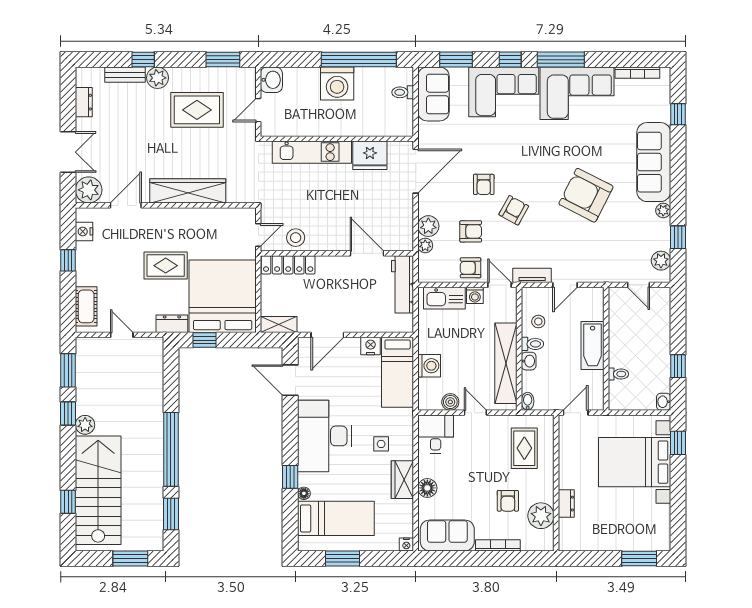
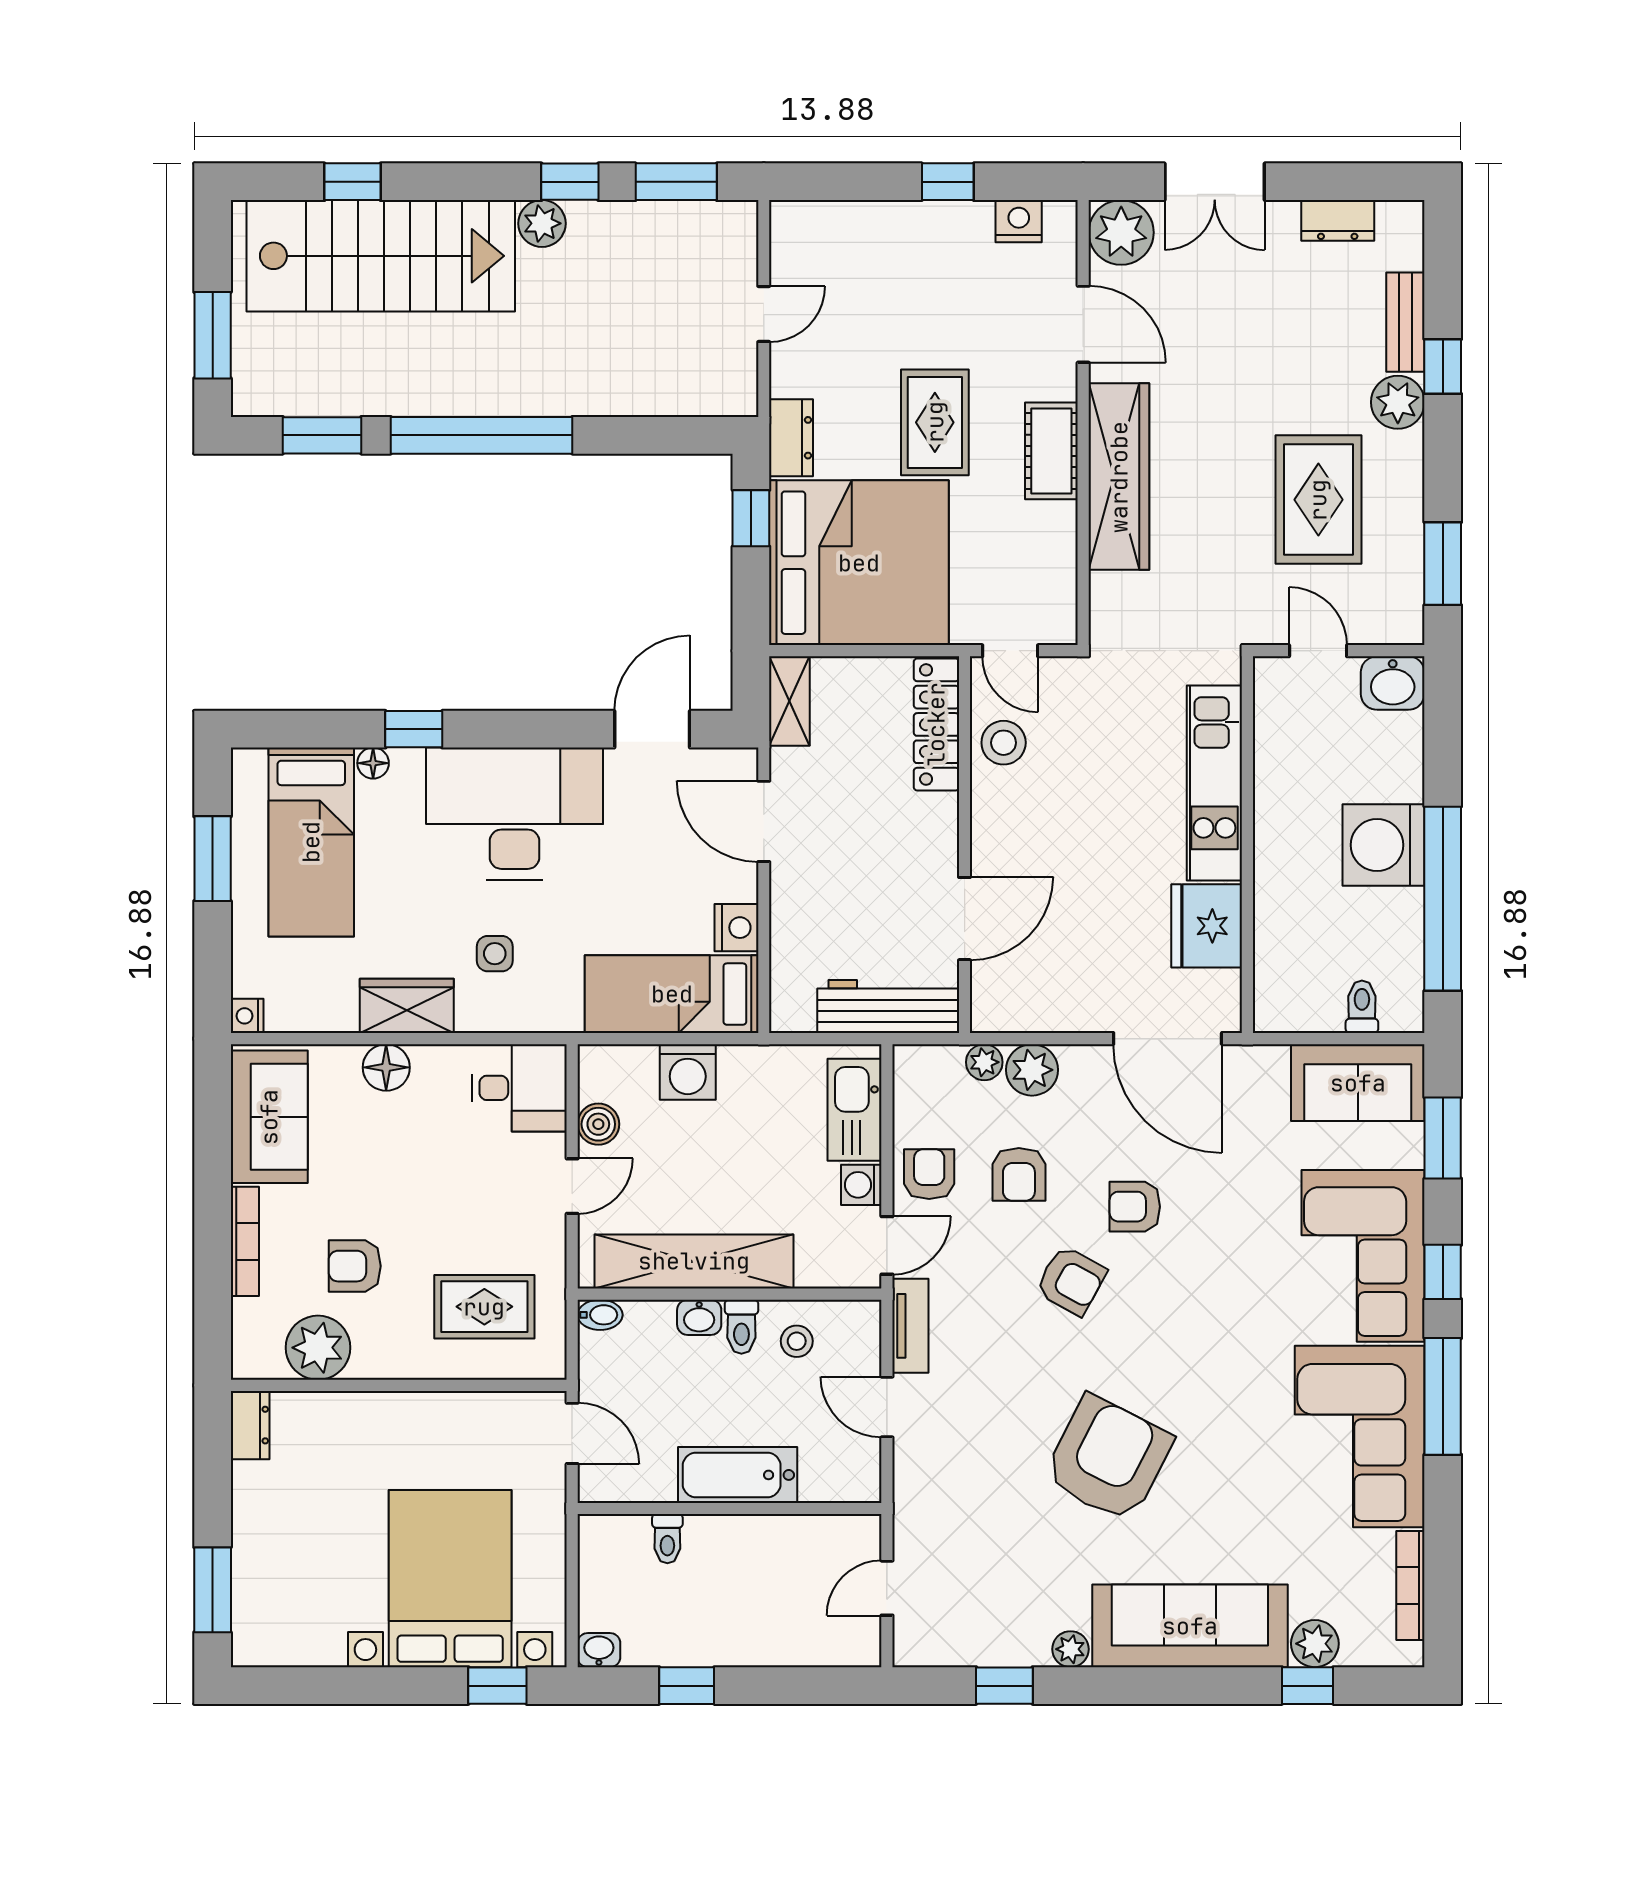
plant: (661, 261) -> (1315, 1644), moved
cot: (86, 306) -> (1051, 451), moved, turned 90
dresser: (566, 504) -> (250, 1425), moved, turned -90

